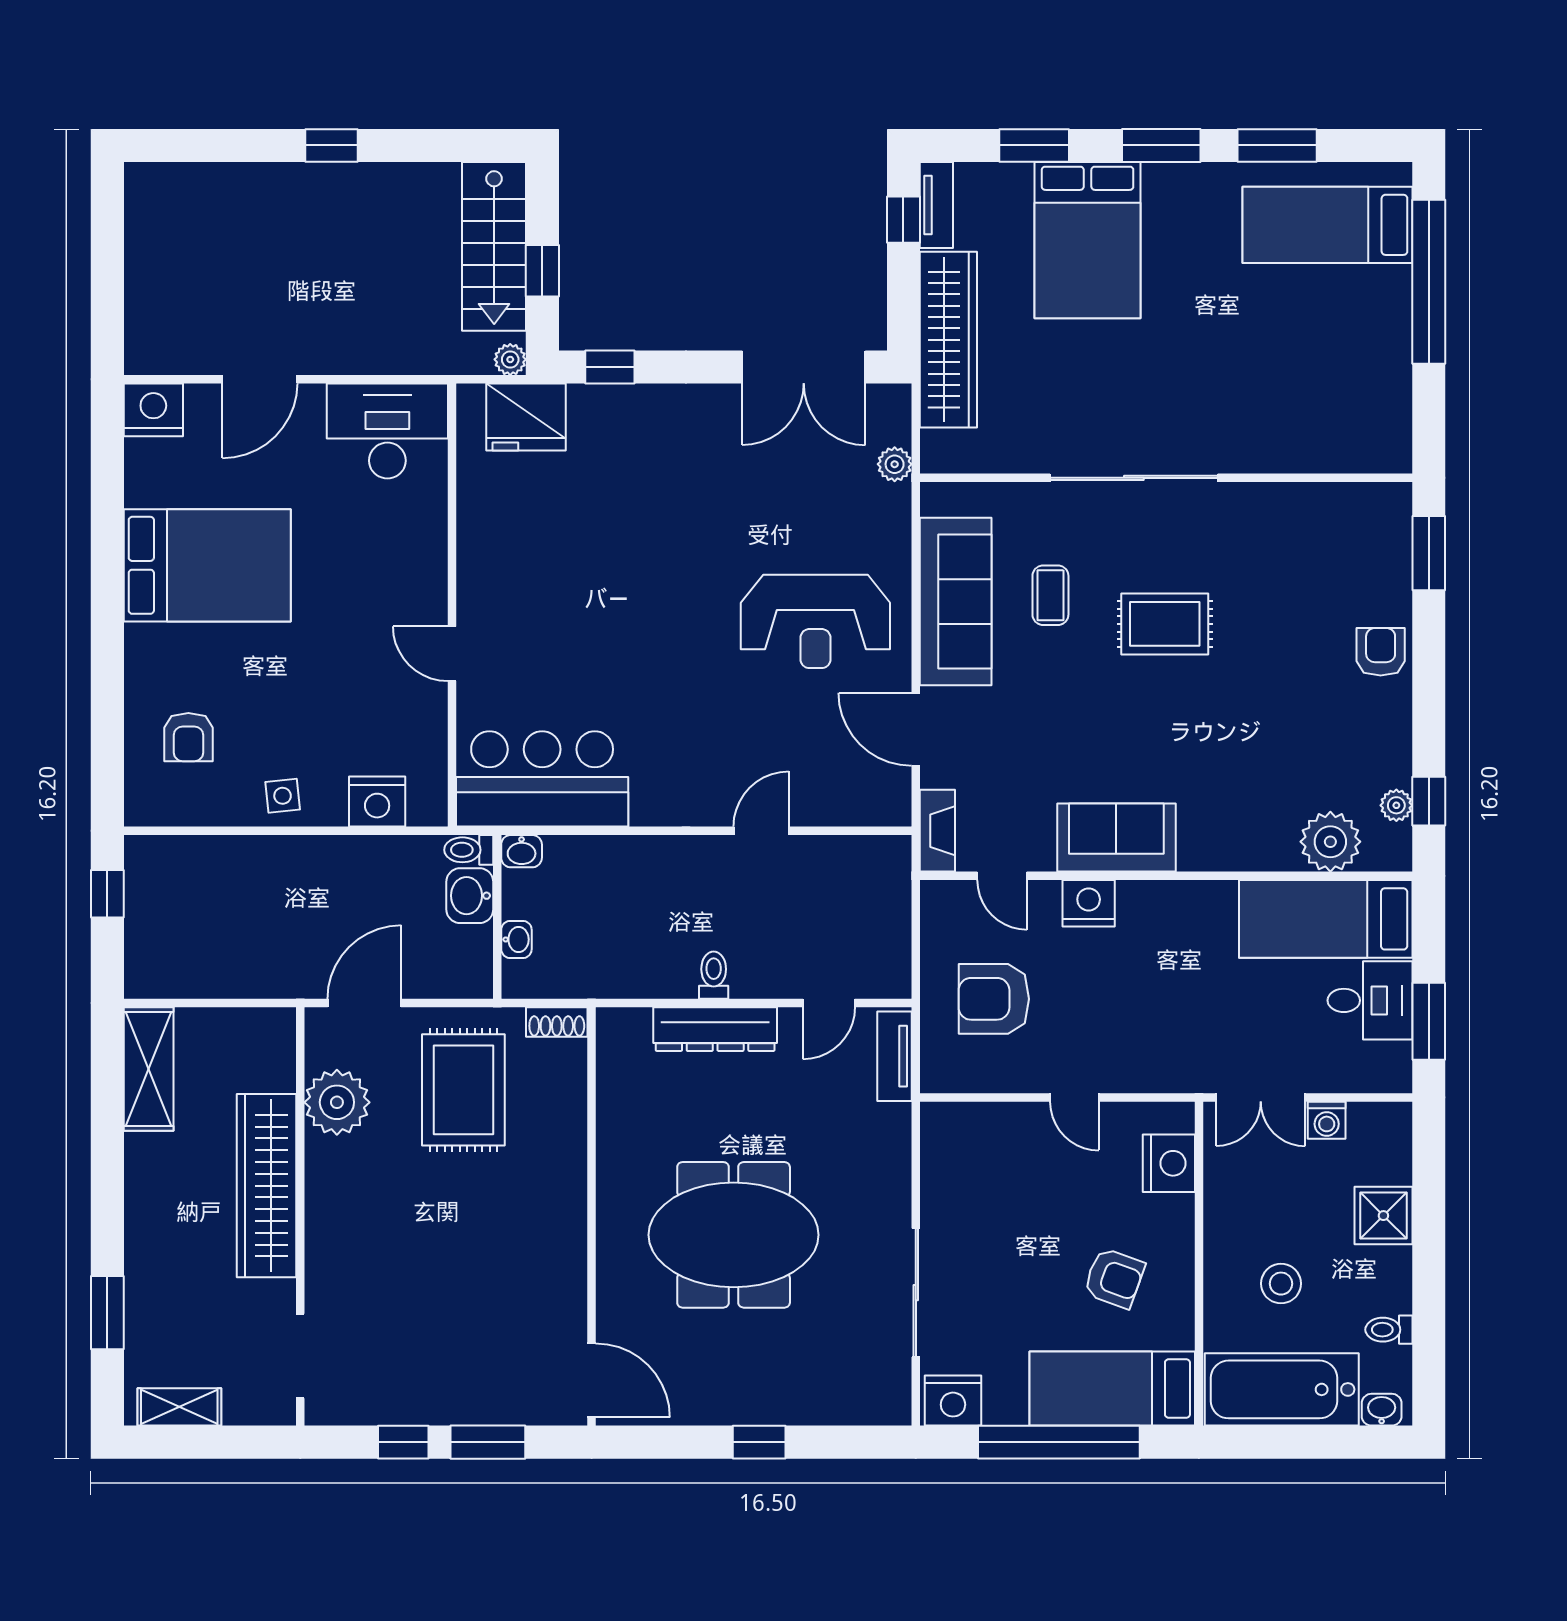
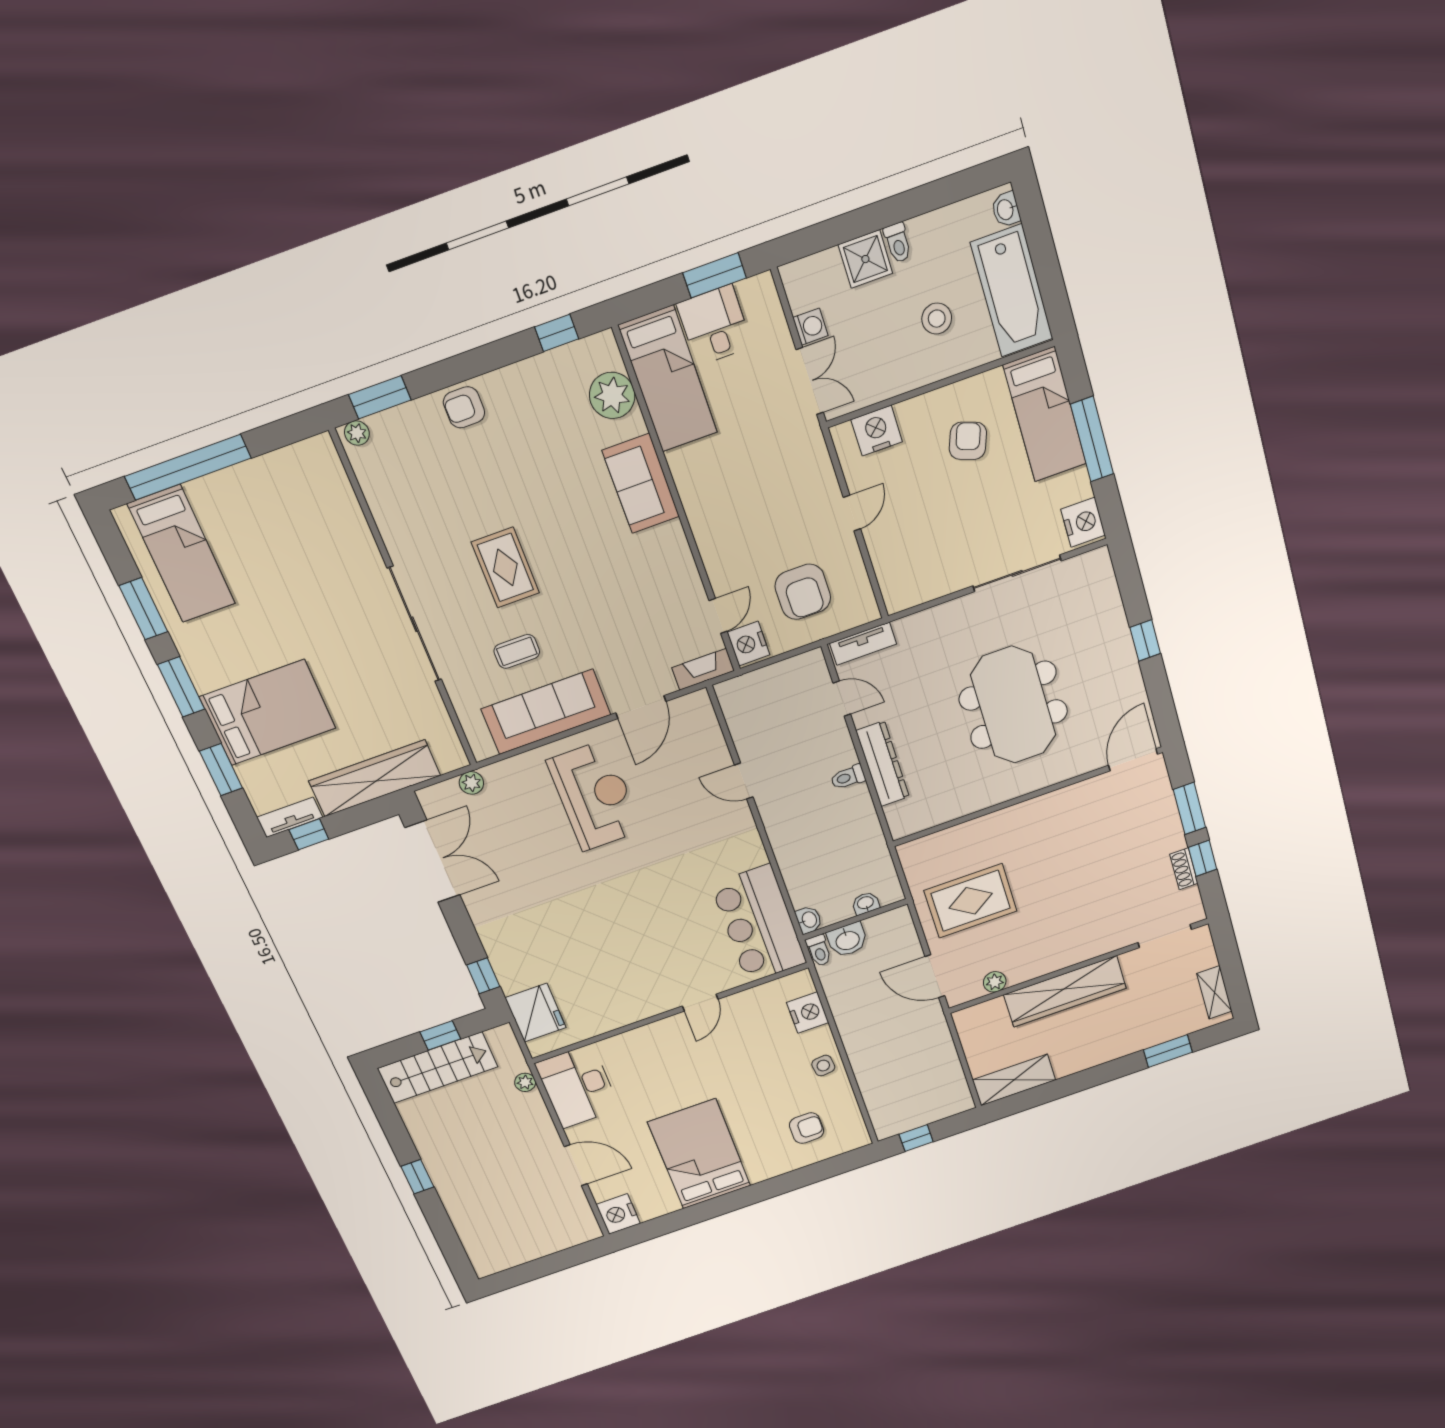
plant: (510, 359) -> (525, 1082), moved
plant: (1396, 805) -> (357, 433), moved
sofa: (1116, 838) -> (641, 484), moved
nightstand: (1089, 903) -> (748, 644), moved
shoe rack: (557, 1022) -> (1184, 869), moved, turned 180
plant: (337, 1102) -> (995, 982), width x0.53, depth x0.53
toilet: (1389, 1330) -> (898, 243), moved
window: (1059, 1442) -> (1092, 439), width x0.68

